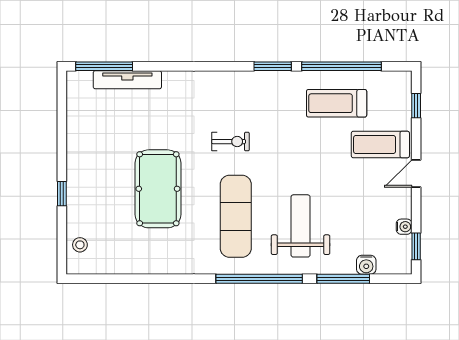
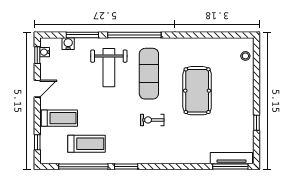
tv unit: (127, 80) -> (231, 158), moved
door: (416, 173) -> (37, 89), moved
window: (62, 194) -> (257, 123), moved
water cooler: (404, 227) -> (45, 52), moved

